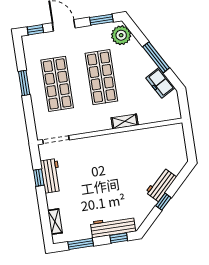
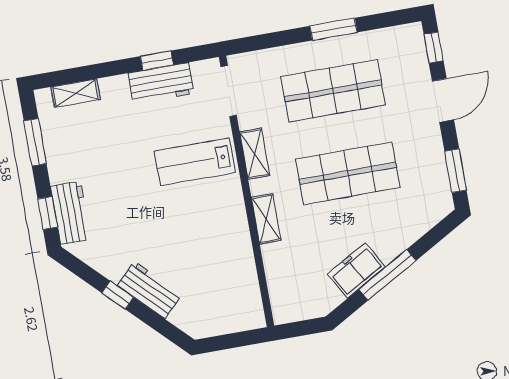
plant: (121, 35) -> (427, 208), removed
freezer: (160, 83) -> (356, 271), moved
shelving: (90, 127) -> (255, 154), added
lab bench: (93, 159) -> (195, 162), added
workbench: (113, 227) -> (71, 213), width x0.73

